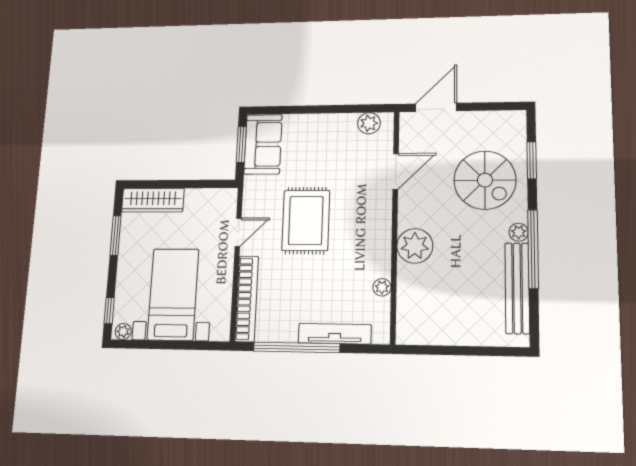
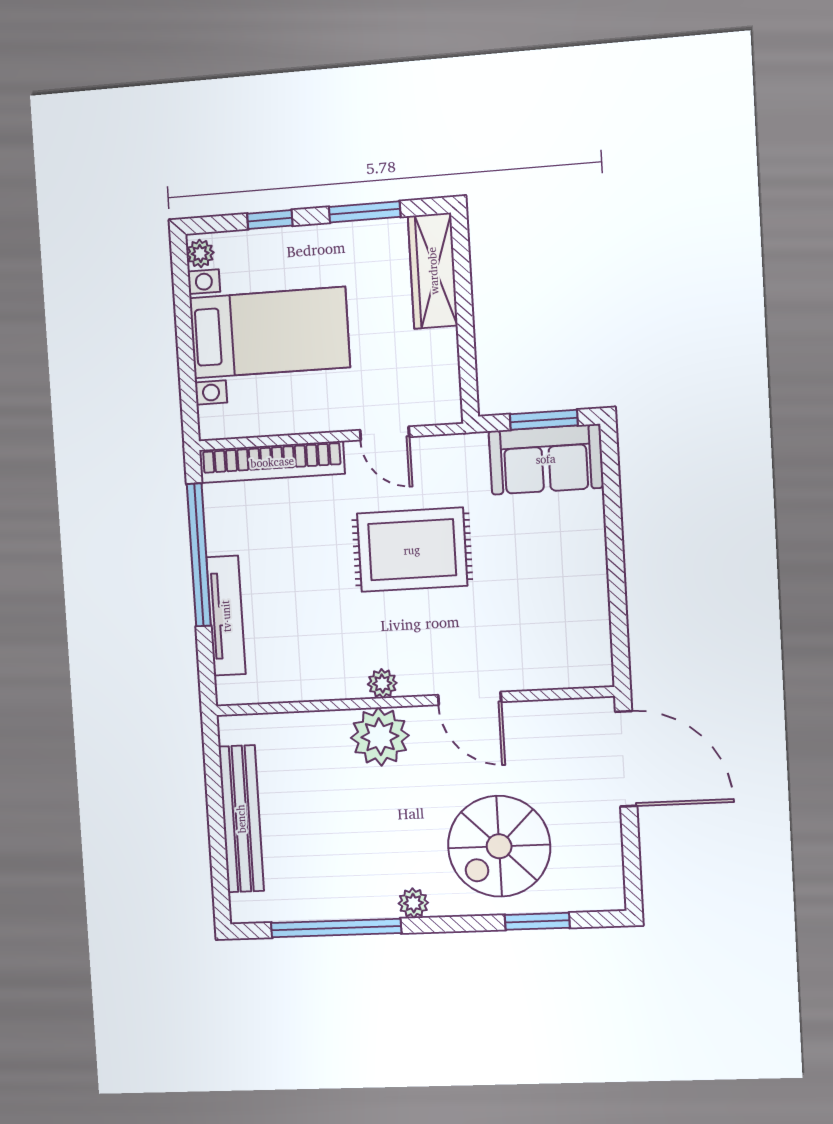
door: (436, 107) -> (626, 759), width x1.36
plant: (369, 123) -> (592, 645), removed
door: (396, 171) -> (470, 698), moved
window: (533, 249) -> (336, 928), moved
plant: (382, 287) -> (382, 684), moved
bench: (517, 288) -> (241, 819), moved, turned 90
window: (109, 311) -> (270, 220), moved

